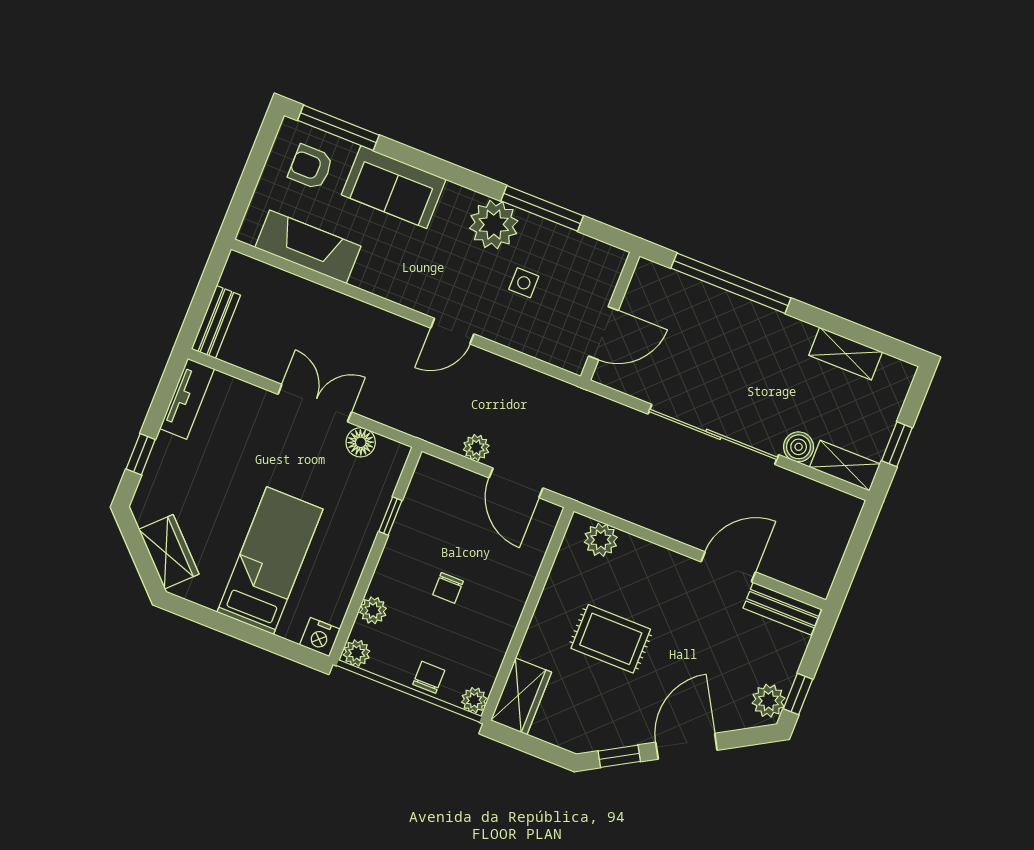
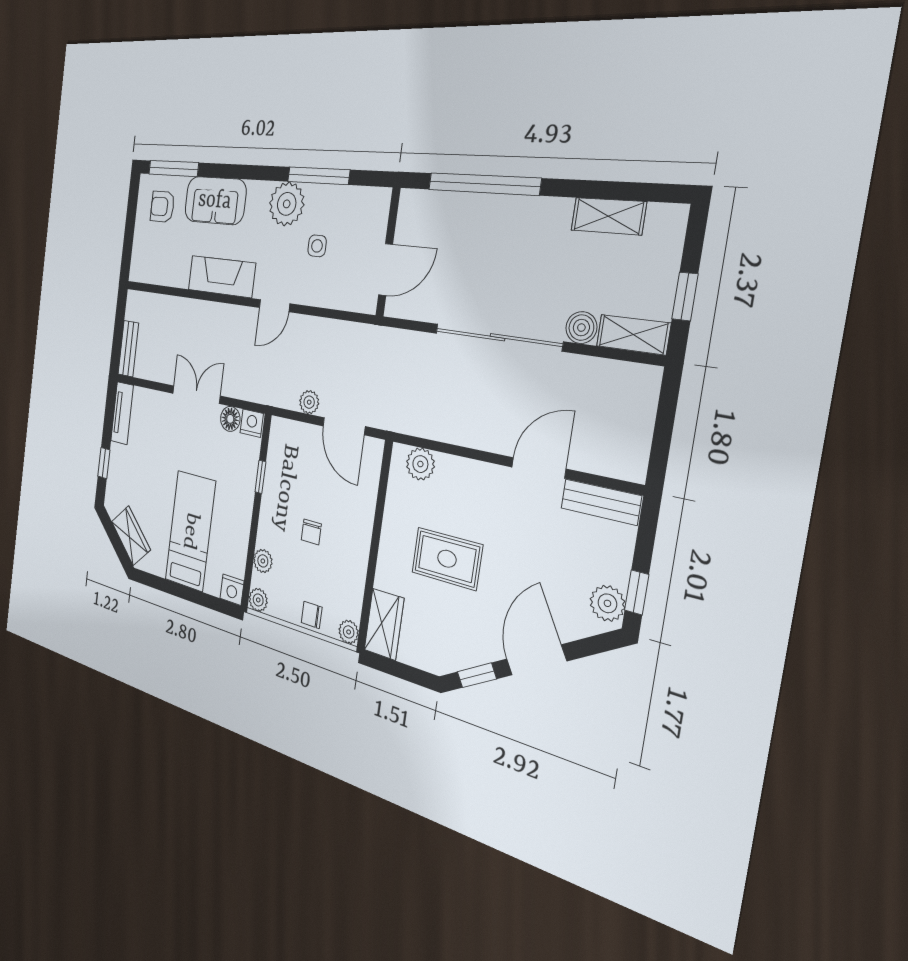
fireplace: (308, 247) -> (221, 277), moved
nightstand: (391, 454) -> (252, 423), added
chair: (429, 677) -> (312, 615), turned -90

